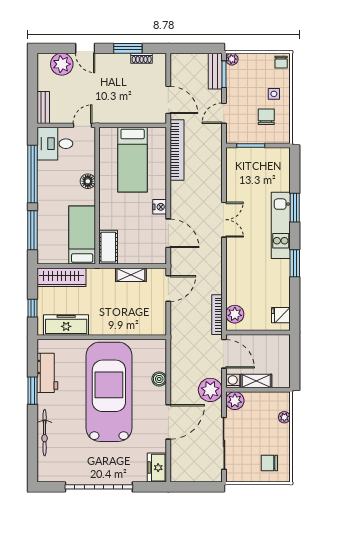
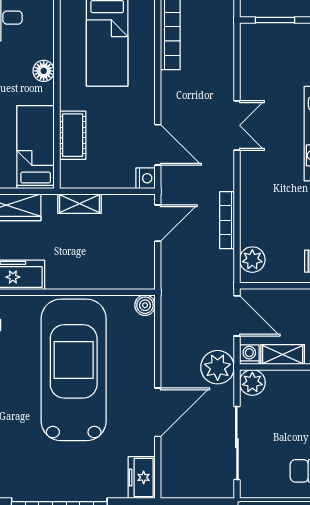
nightstand: (160, 207) -> (146, 178), moved
cot: (108, 247) -> (73, 135), moved
shelving: (131, 275) -> (79, 204), moved
bookcase: (217, 315) -> (227, 220), moved
boiler: (159, 379) -> (145, 305), moved

